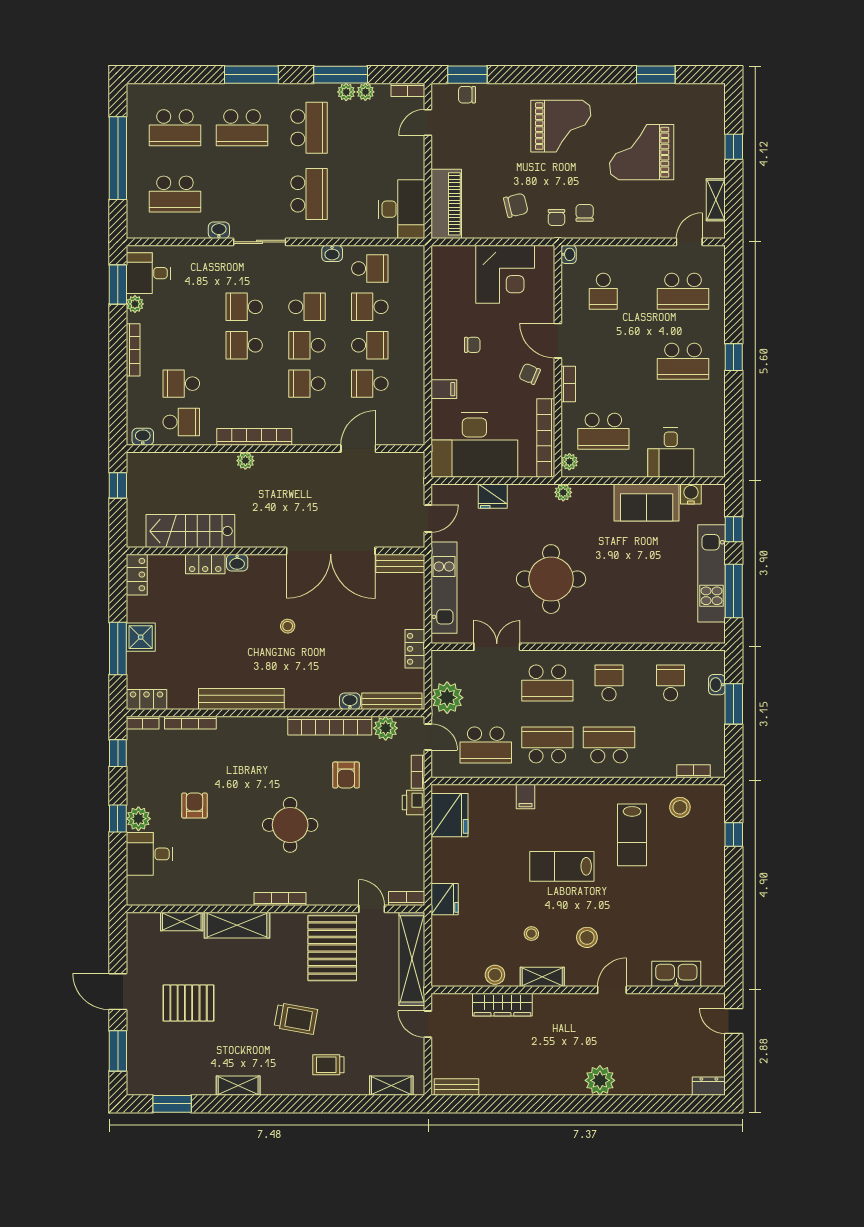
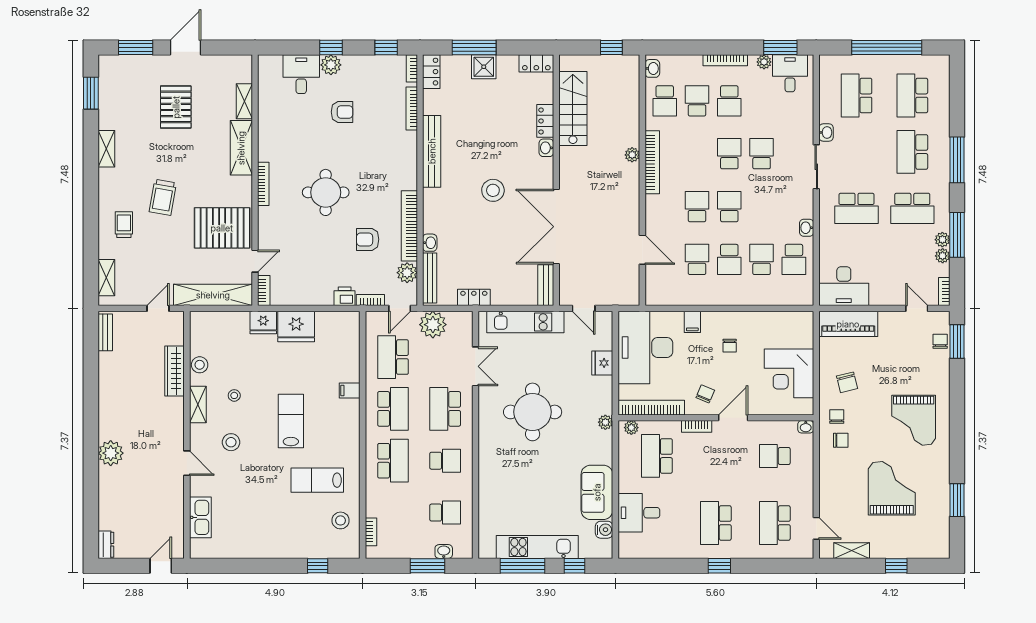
chair: (556, 217) -> (837, 417), turned 90
school desk: (307, 307) -> (729, 101), moved
stool: (288, 626) -> (493, 190), width x1.89, depth x1.89
fridge: (449, 815) -> (296, 327), moved

